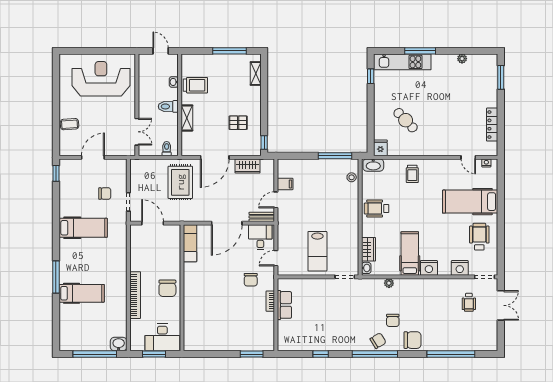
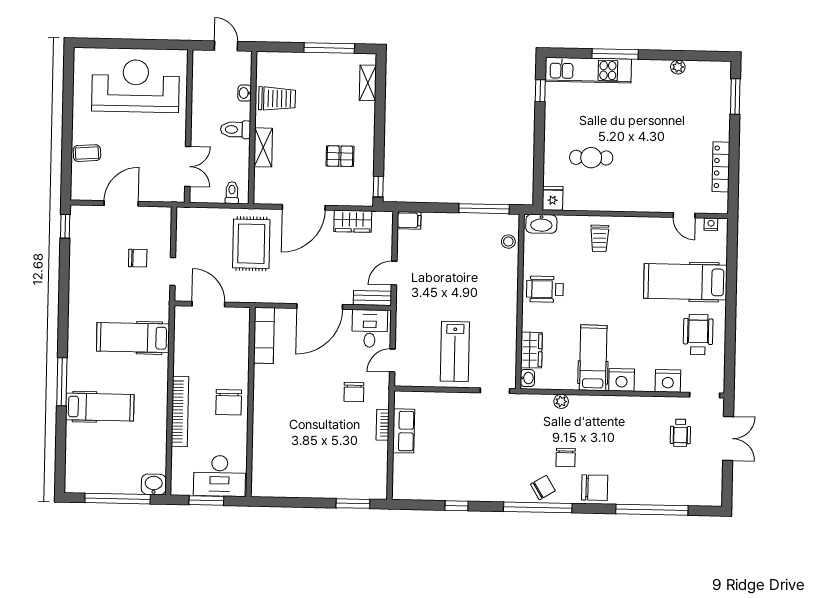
cafe table: (406, 120) -> (591, 158), turned -46
filing cabinet: (285, 184) -> (409, 220), moved
hospital bed: (83, 228) -> (133, 338), moved, turned 180

